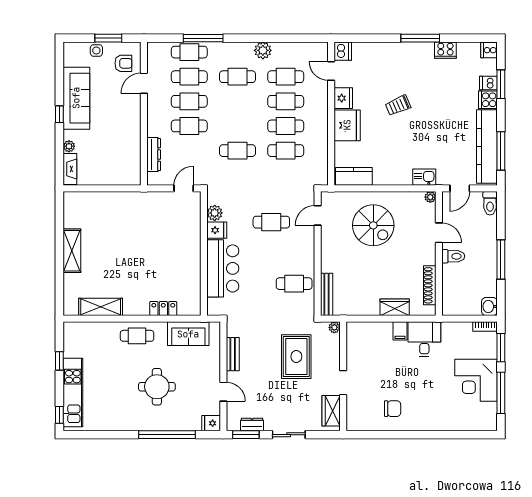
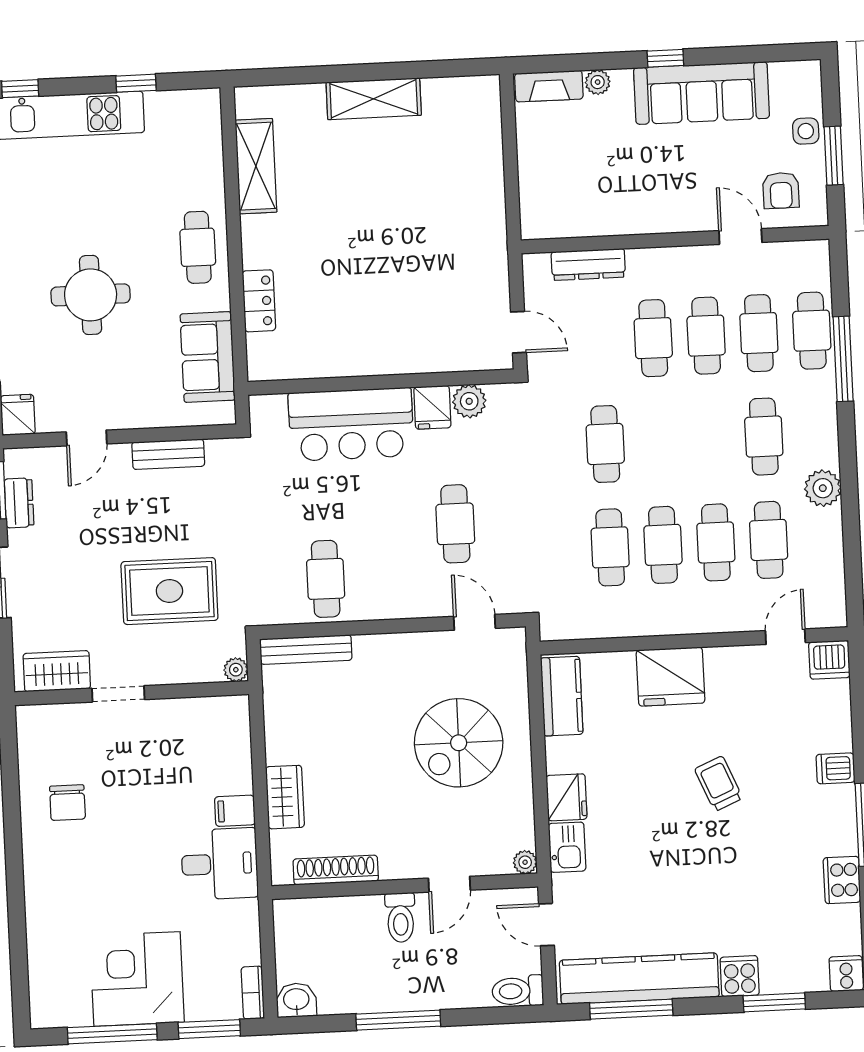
dishwasher: (488, 83) -> (835, 768), moved, turned -90
fridge: (343, 98) -> (567, 797), moved, turned -90

